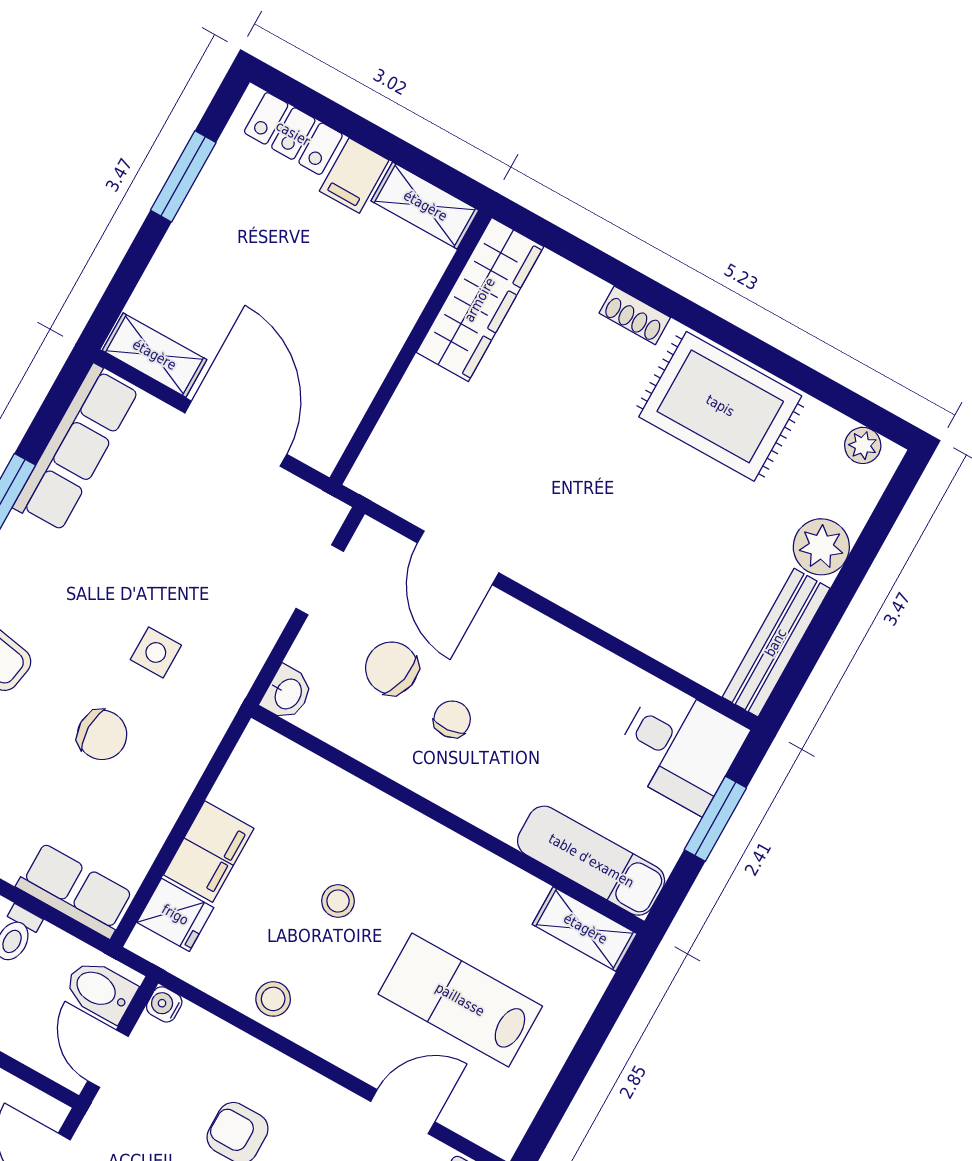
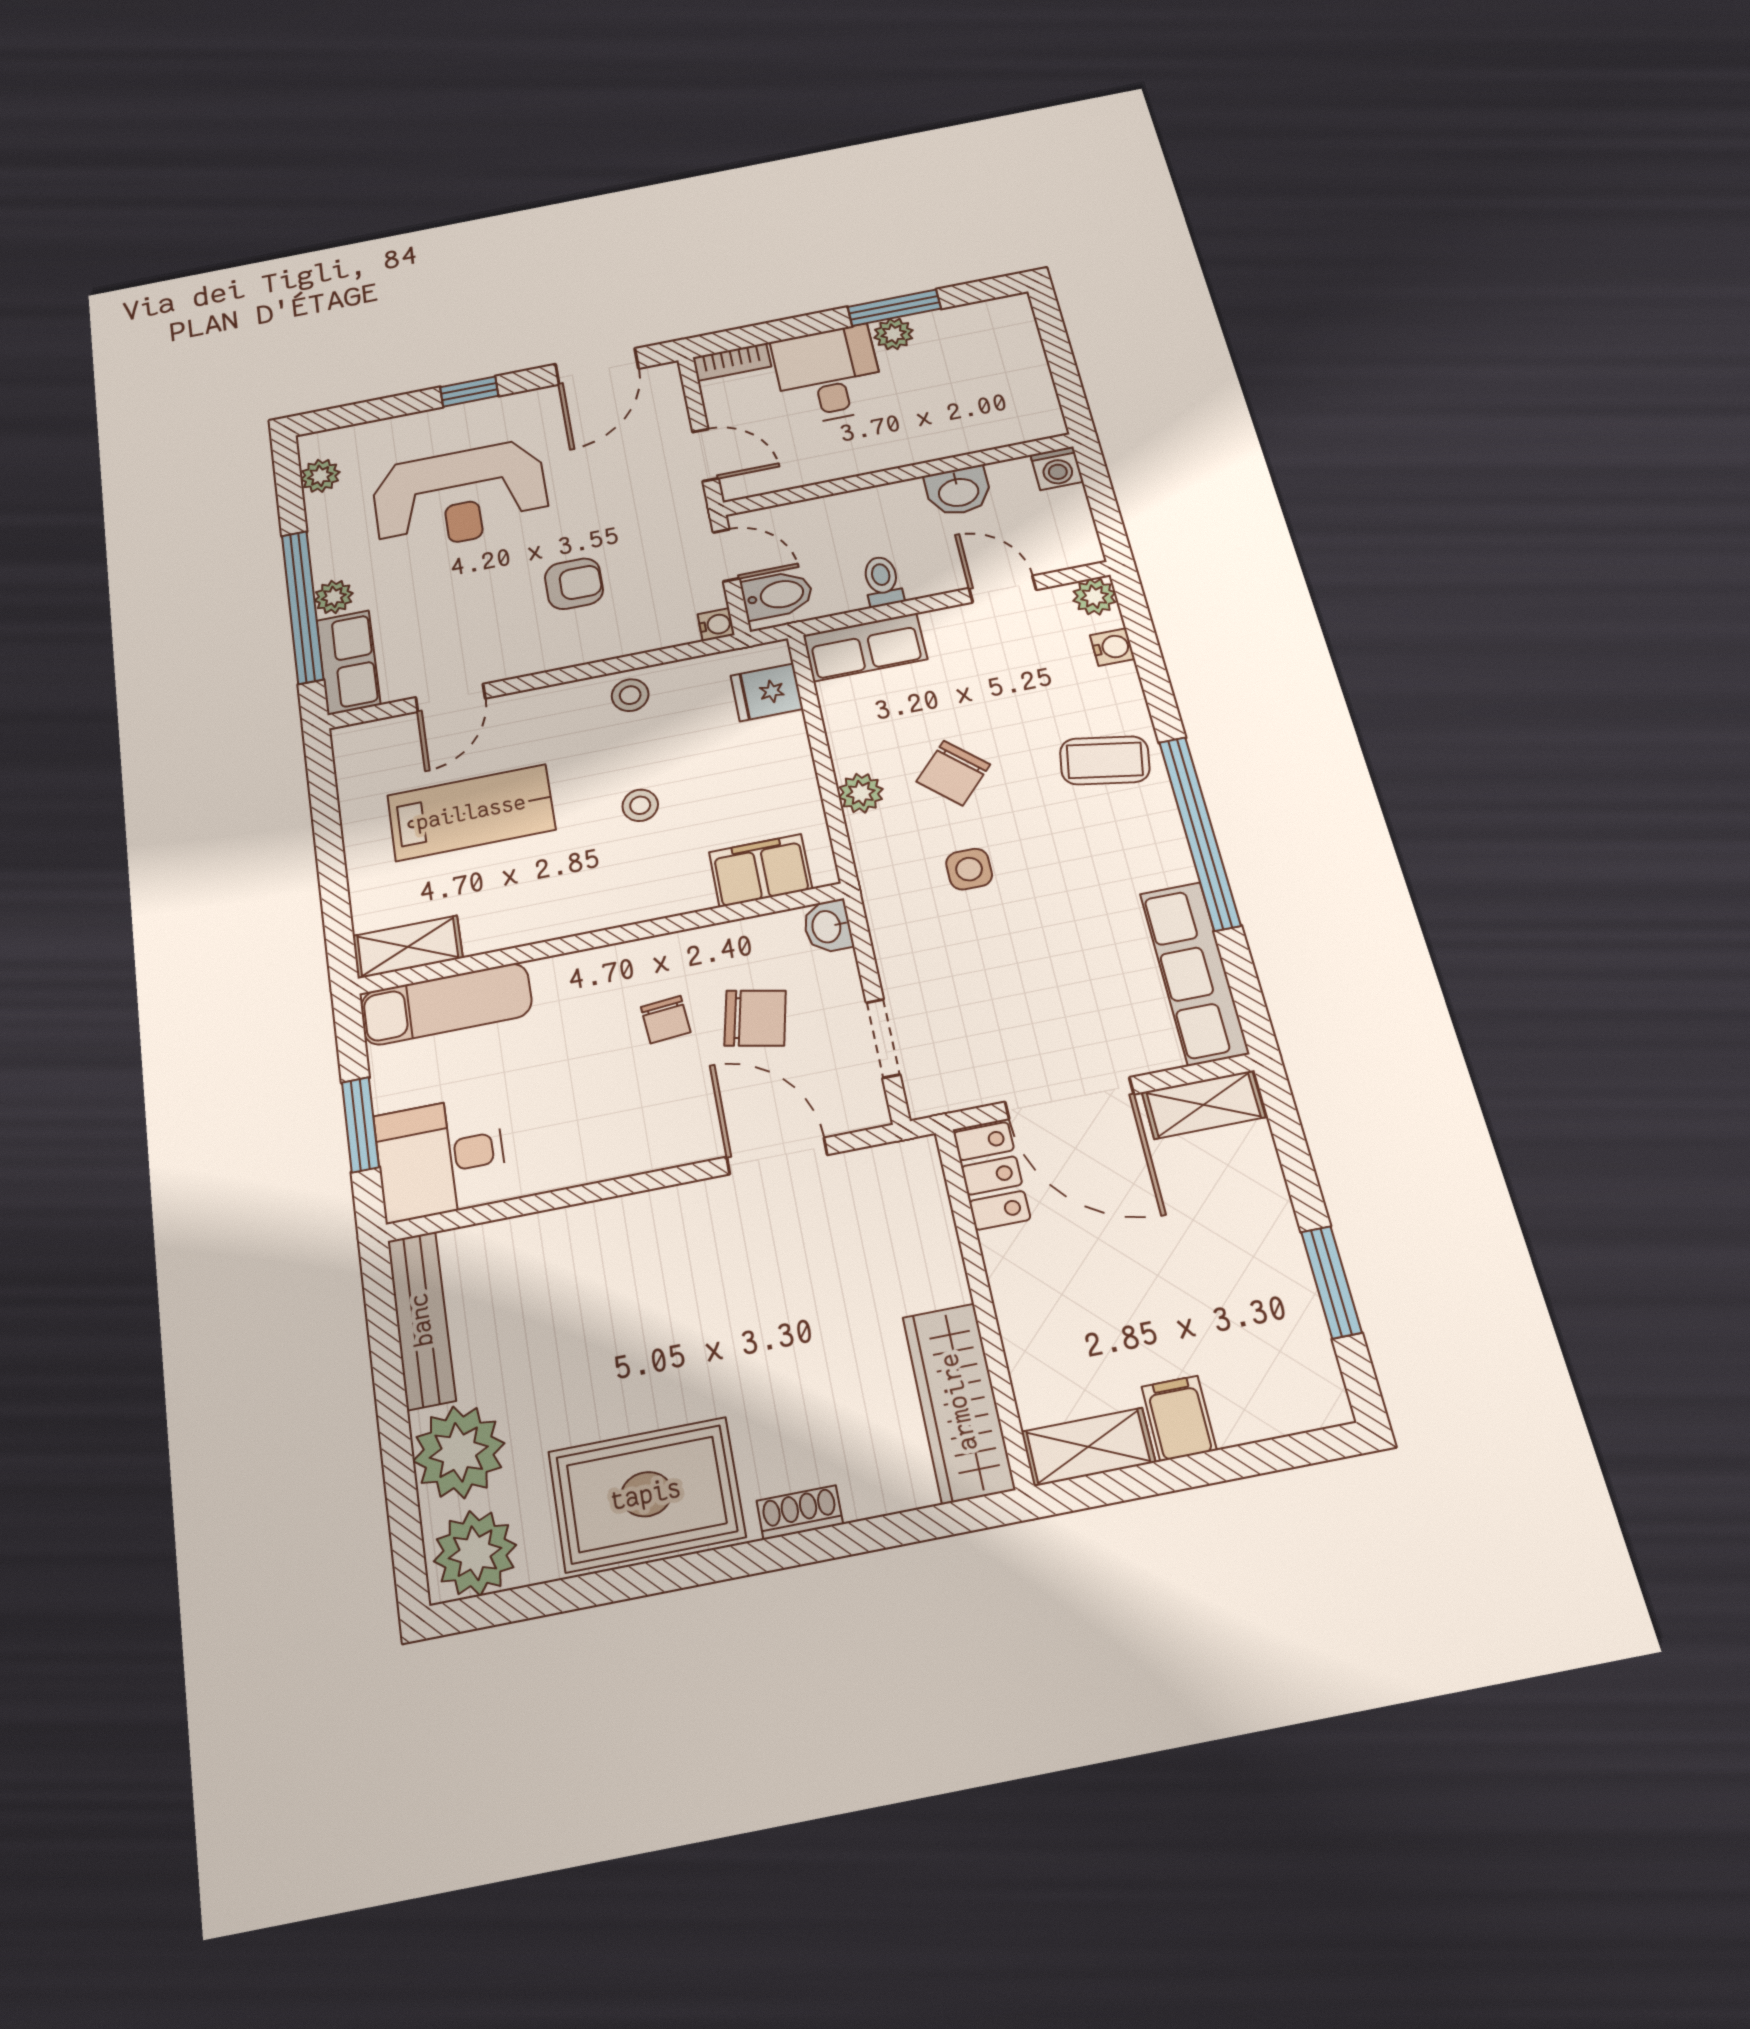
locker: (293, 134) -> (992, 1176), moved, turned 90
plant: (863, 445) -> (475, 1553), width x1.87, depth x1.87
plant: (821, 547) -> (459, 1452), width x1.36, depth x1.36
chair: (102, 735) -> (953, 773), turned -47
plant: (179, 775) -> (861, 793), added
filing cabinet: (209, 852) -> (761, 870), moved, turned 90

